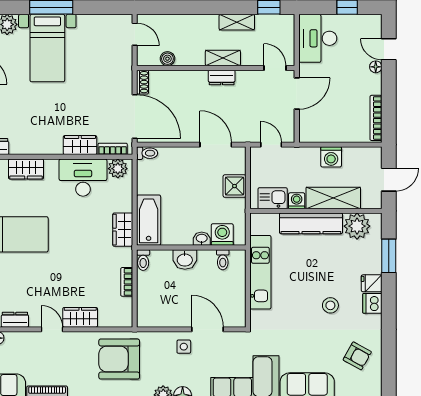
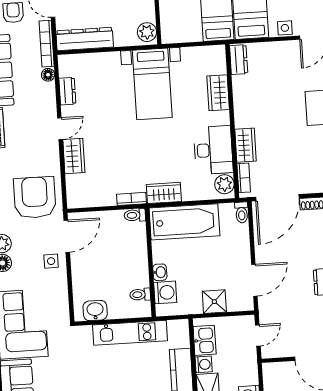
bathtub: (149, 220) -> (184, 222), width x1.36, depth x1.36
washbasin: (185, 259) -> (95, 311), moved, turned 90
bookcase: (127, 282) -> (131, 199), moved
door: (208, 329) -> (67, 236), moved

